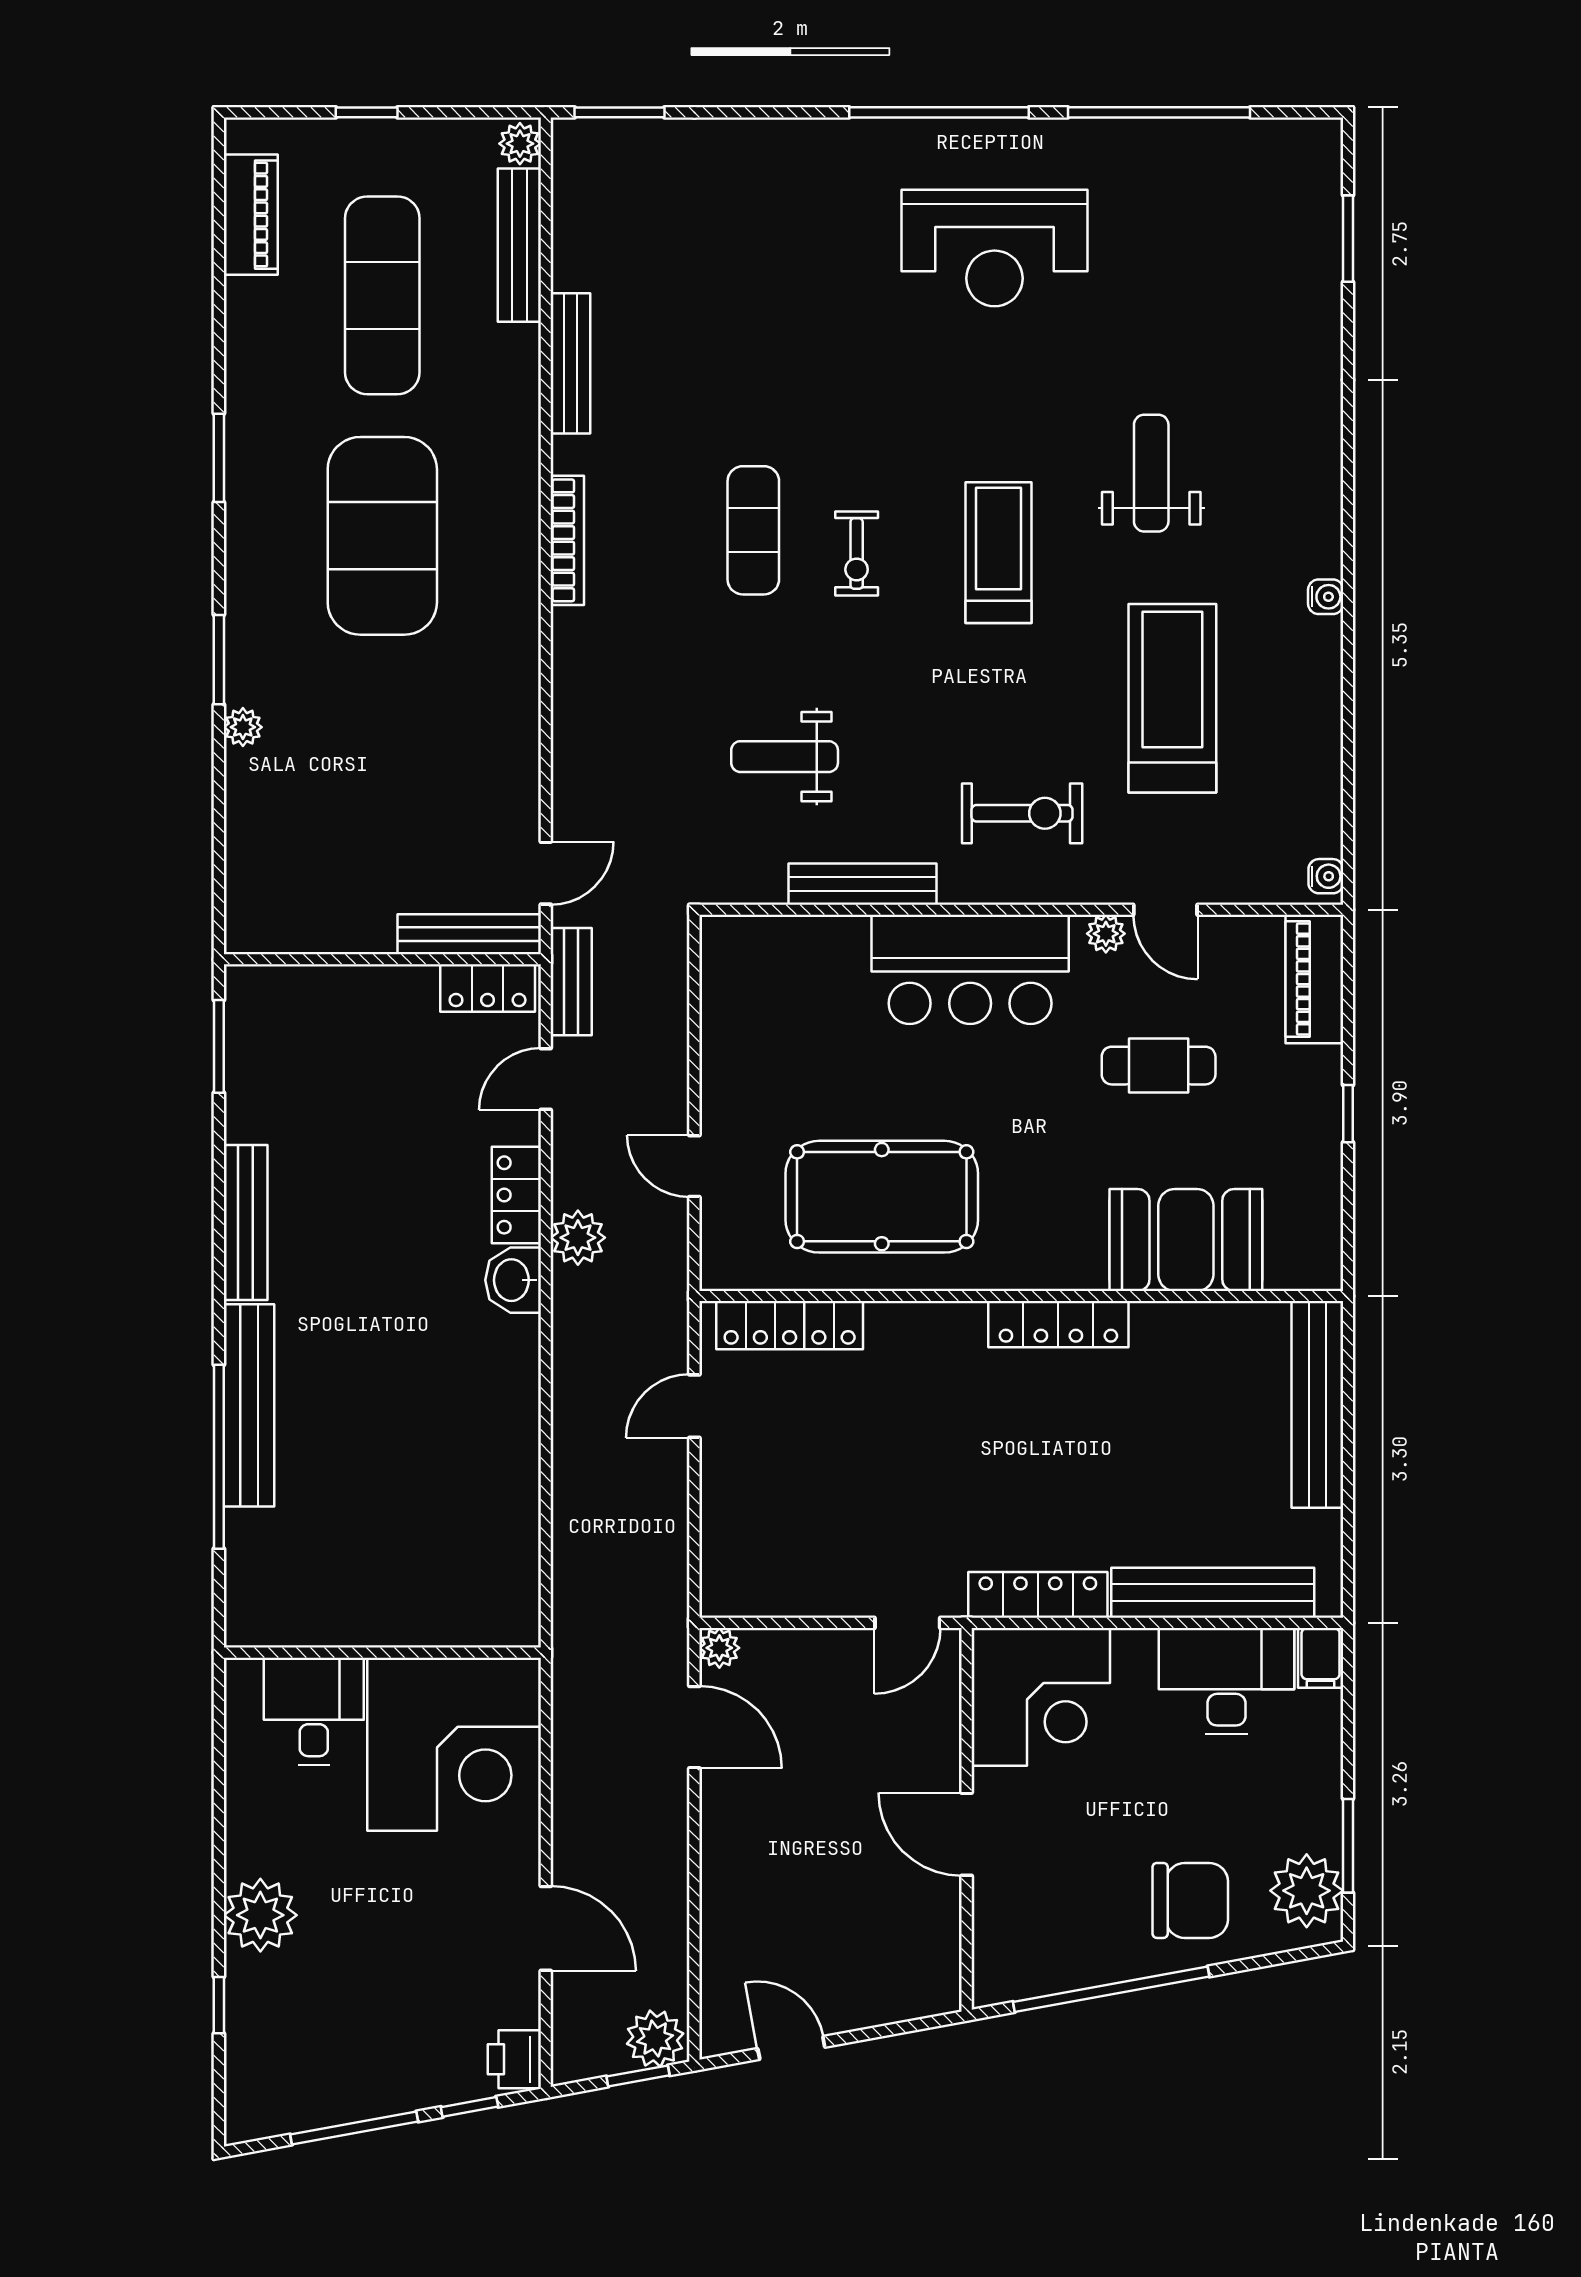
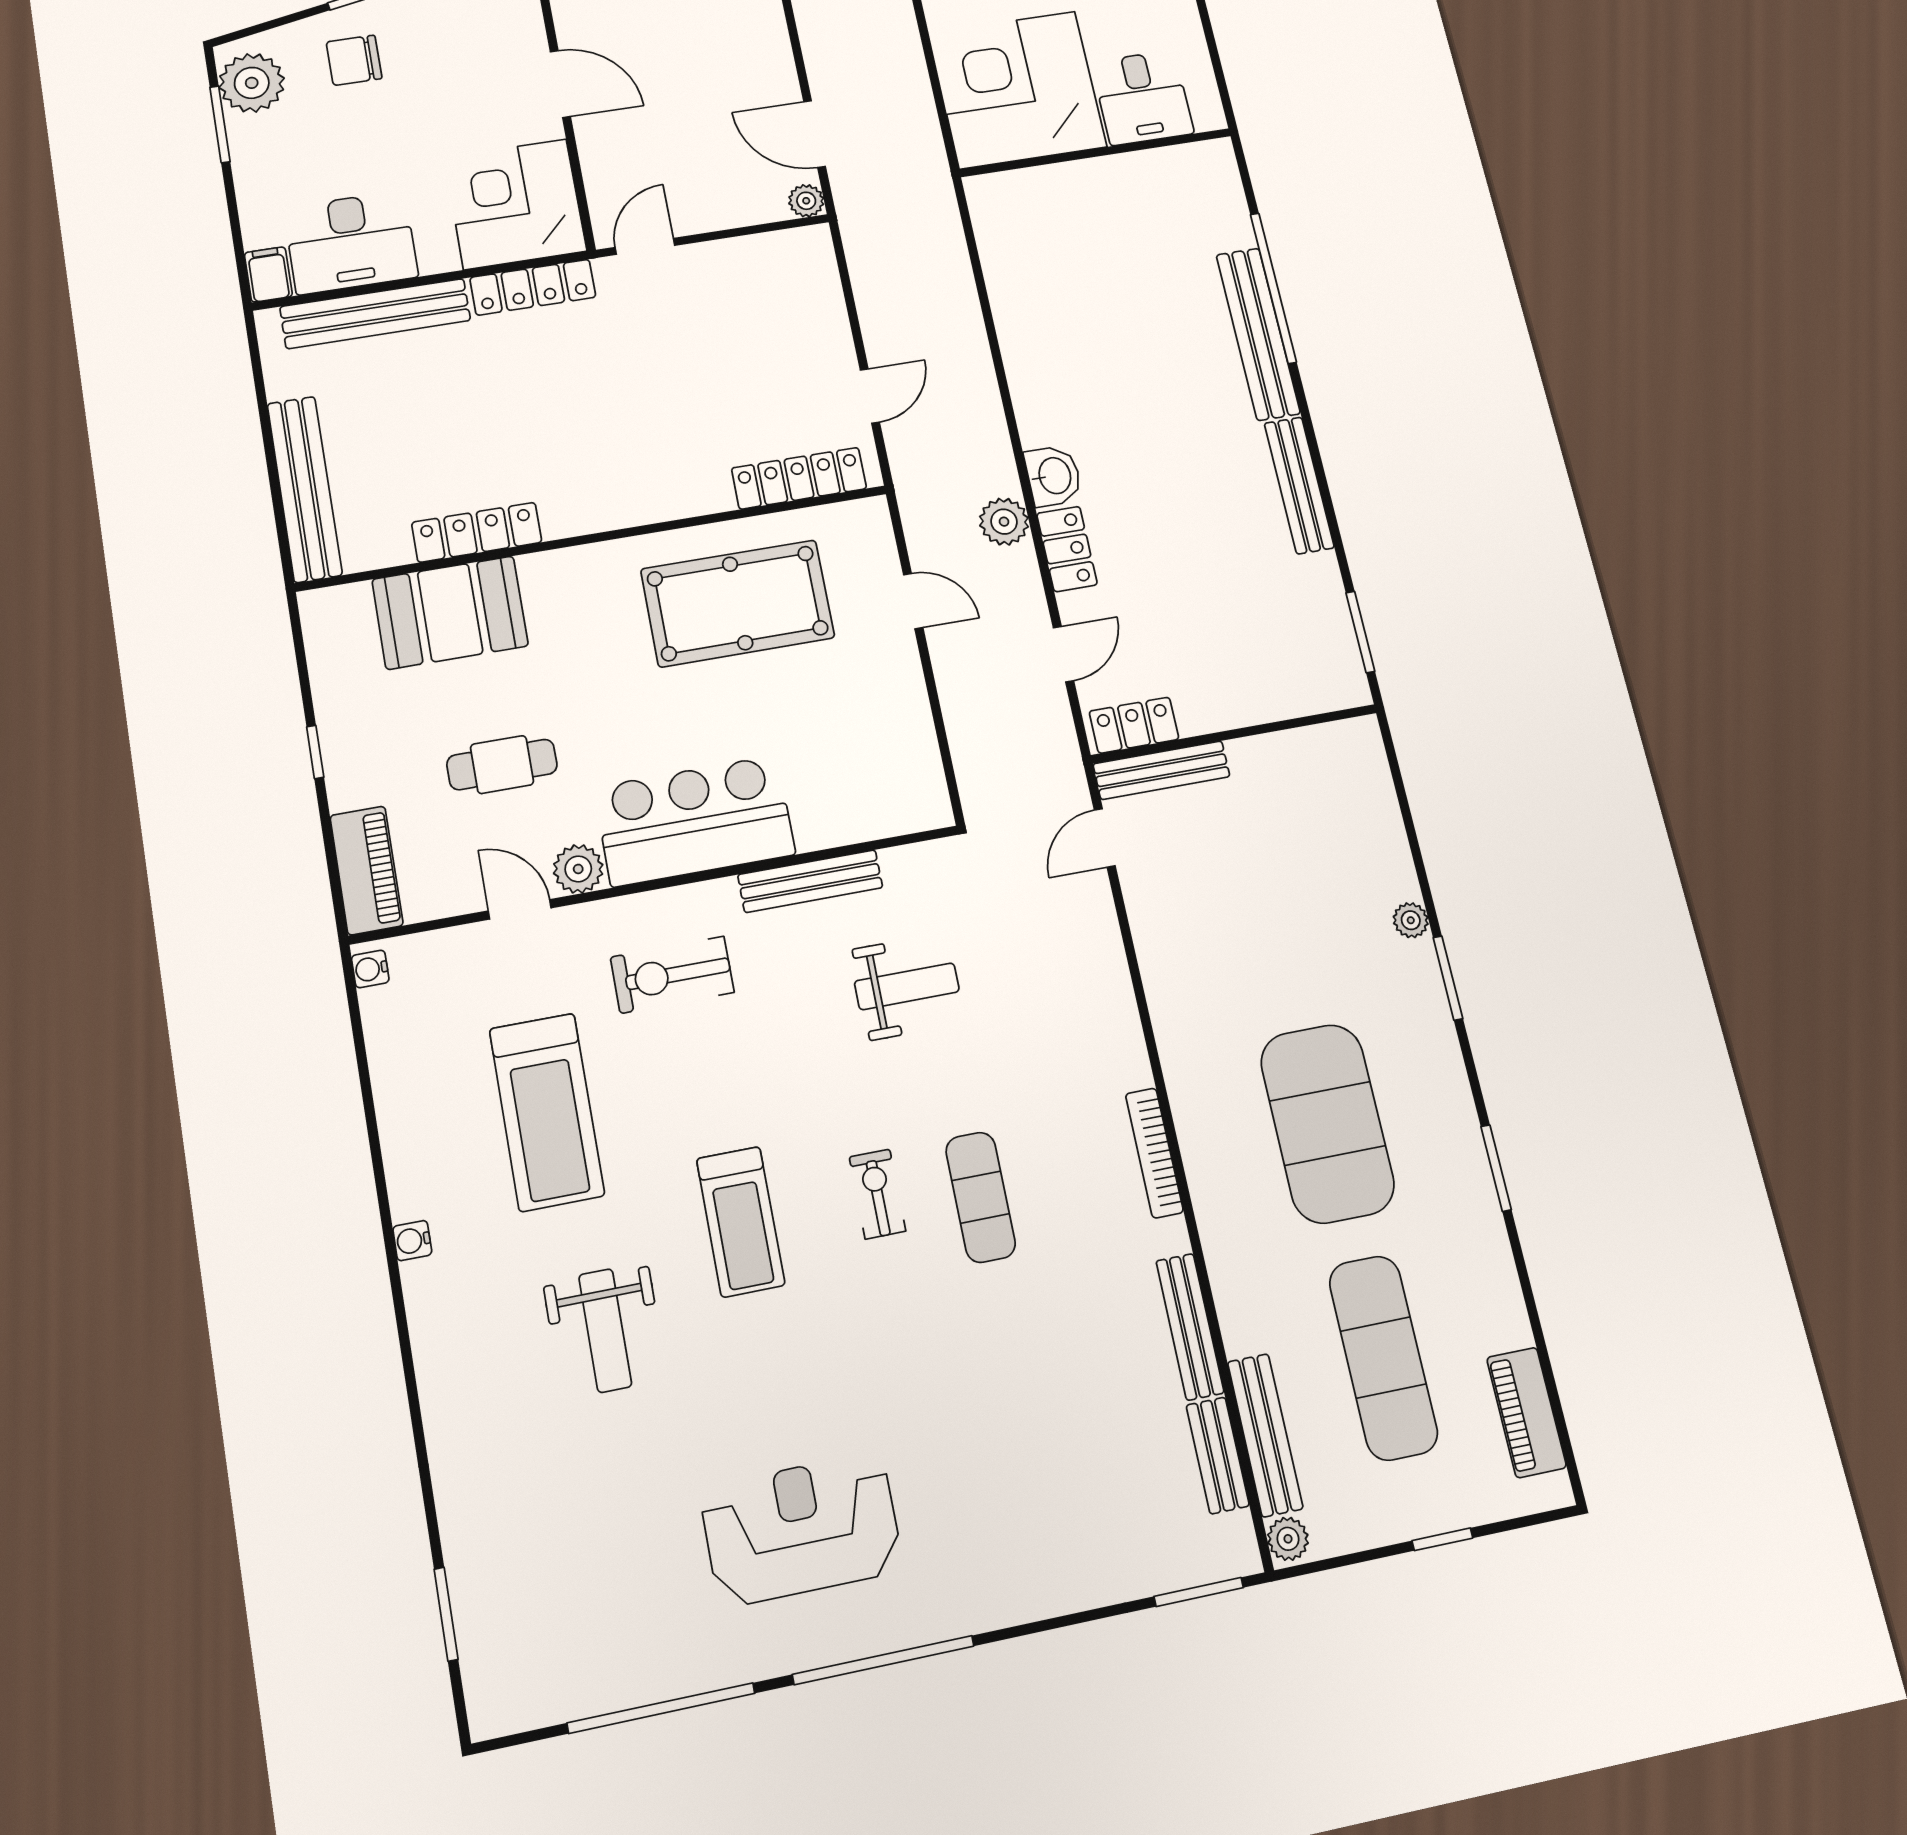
plant: (1106, 934) -> (578, 869), width x1.38, depth x1.38
bench: (571, 982) -> (1218, 1455), moved
locker: (1058, 1324) -> (477, 532), moved
chair: (1190, 1900) -> (354, 60), width x0.73, depth x0.73

